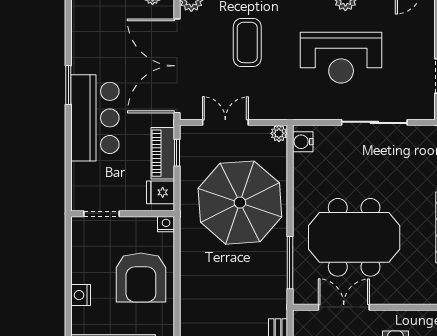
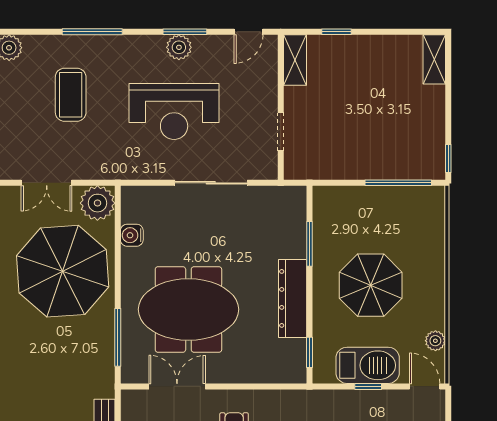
double door: (225, 122) -> (47, 183), swing flipped
plant: (279, 133) -> (97, 203), width x1.87, depth x1.87
water cooler: (303, 142) -> (132, 235), moved

